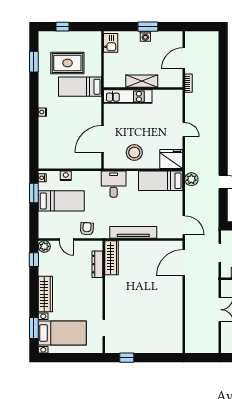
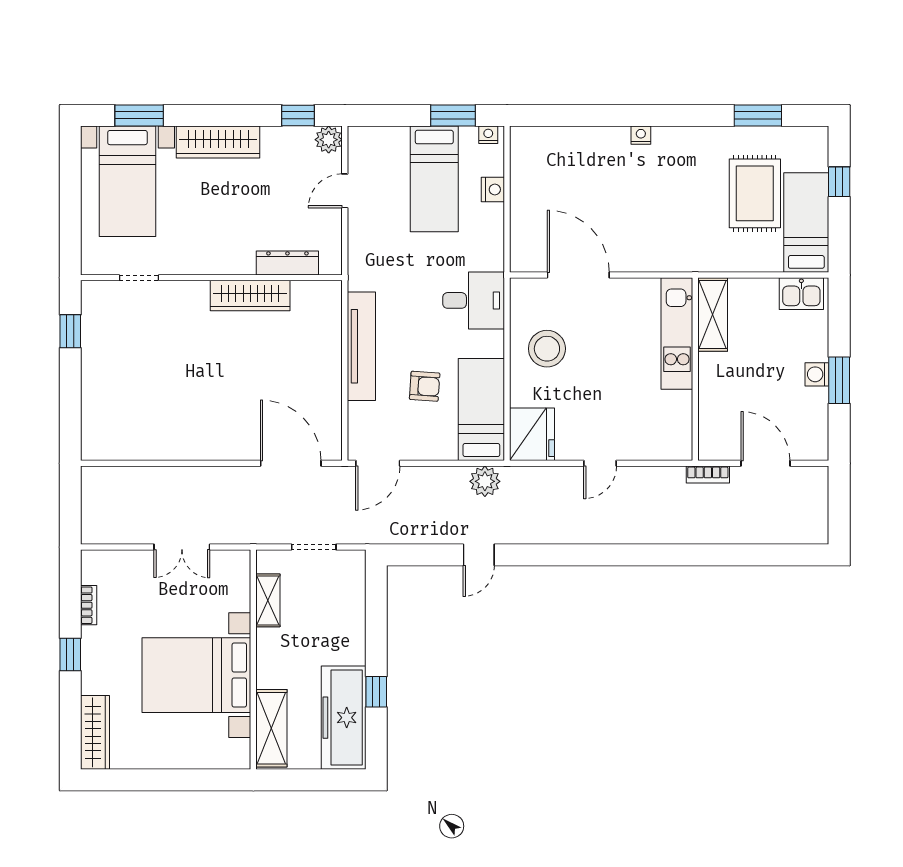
shelving: (142, 81) -> (713, 315), moved
bed: (80, 87) -> (806, 223), moved
armchair: (87, 229) -> (425, 386), moved
wardrobe: (111, 258) -> (250, 296), moved

